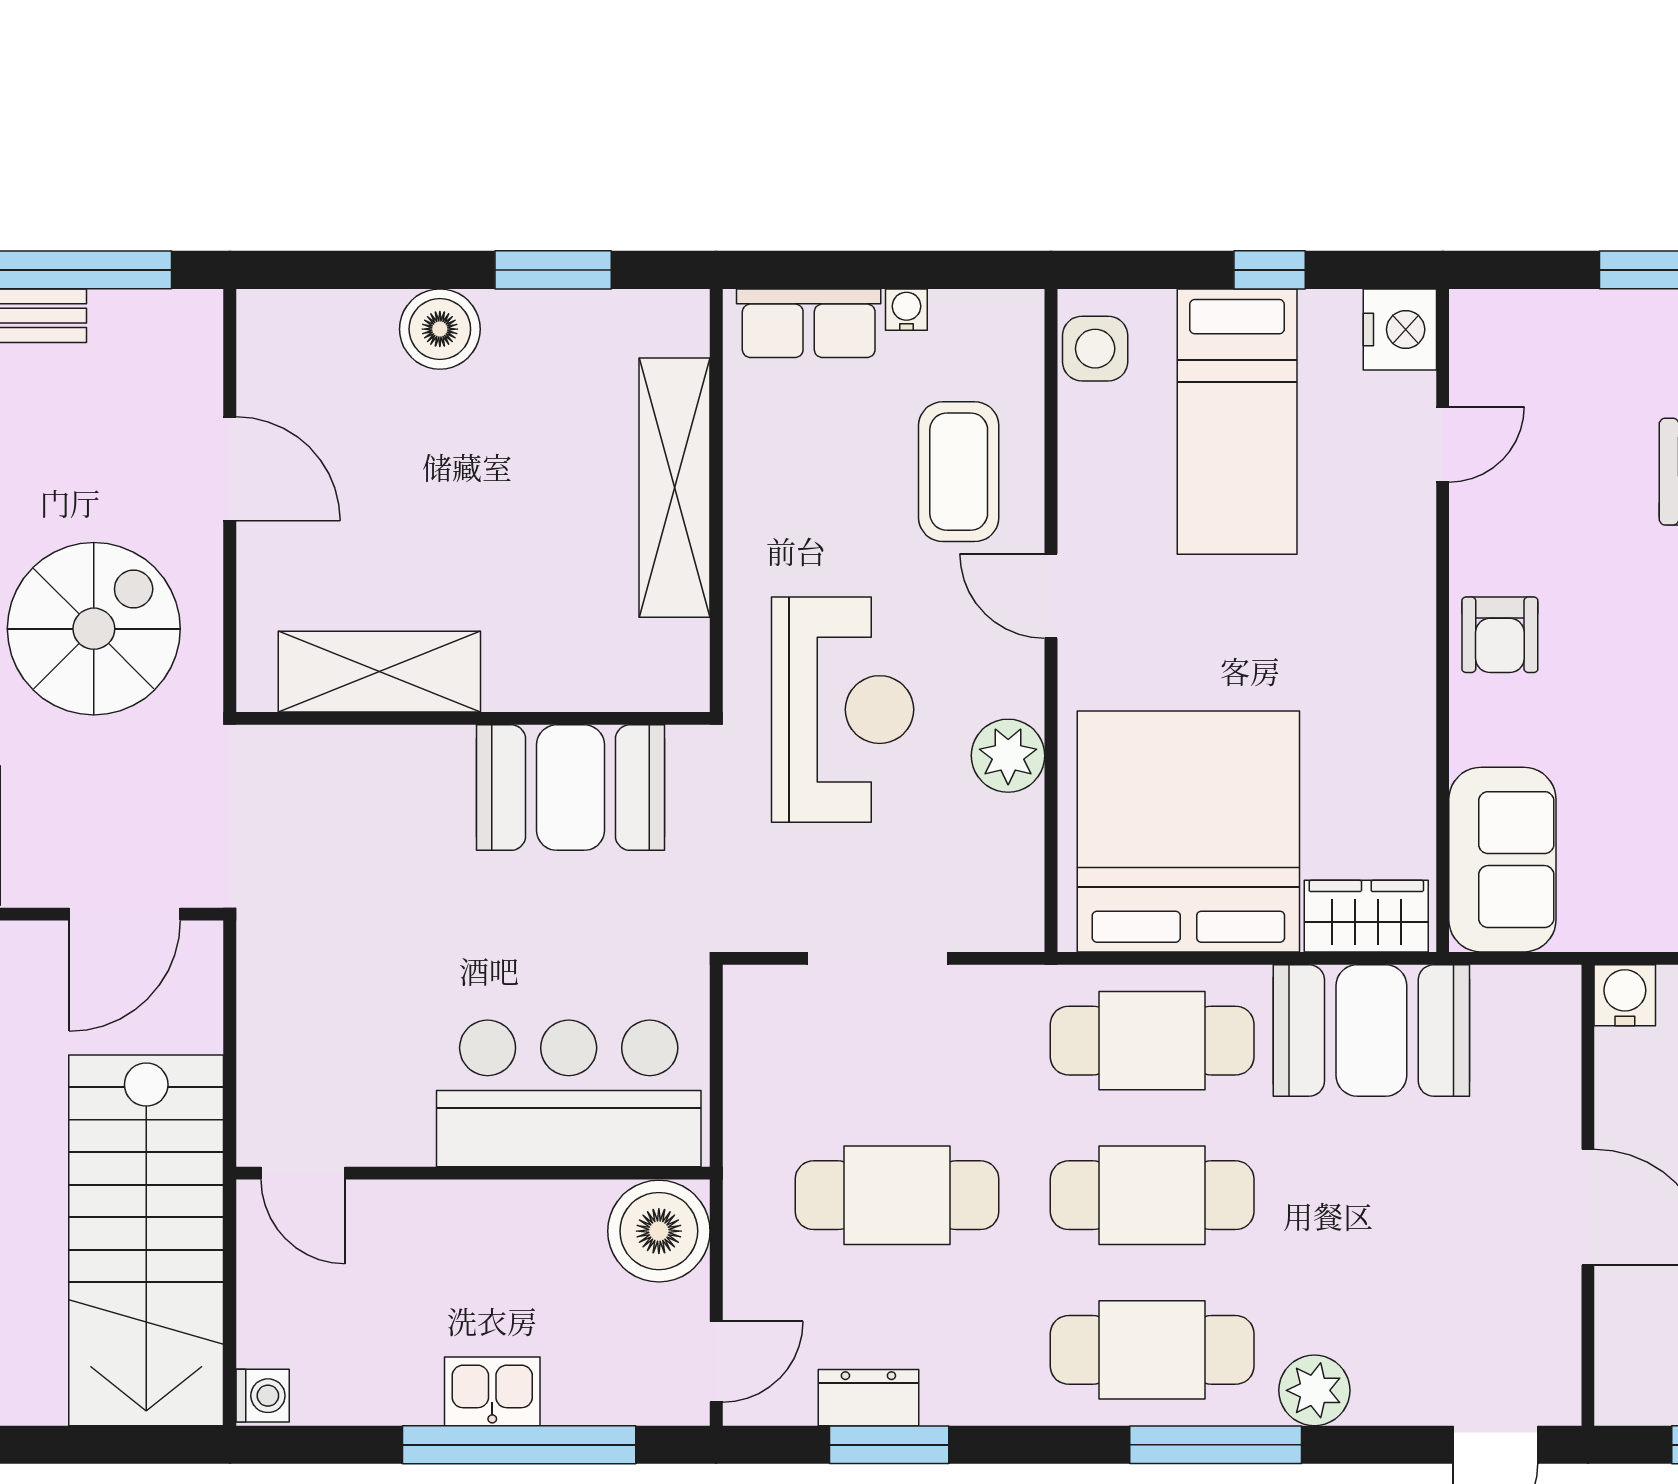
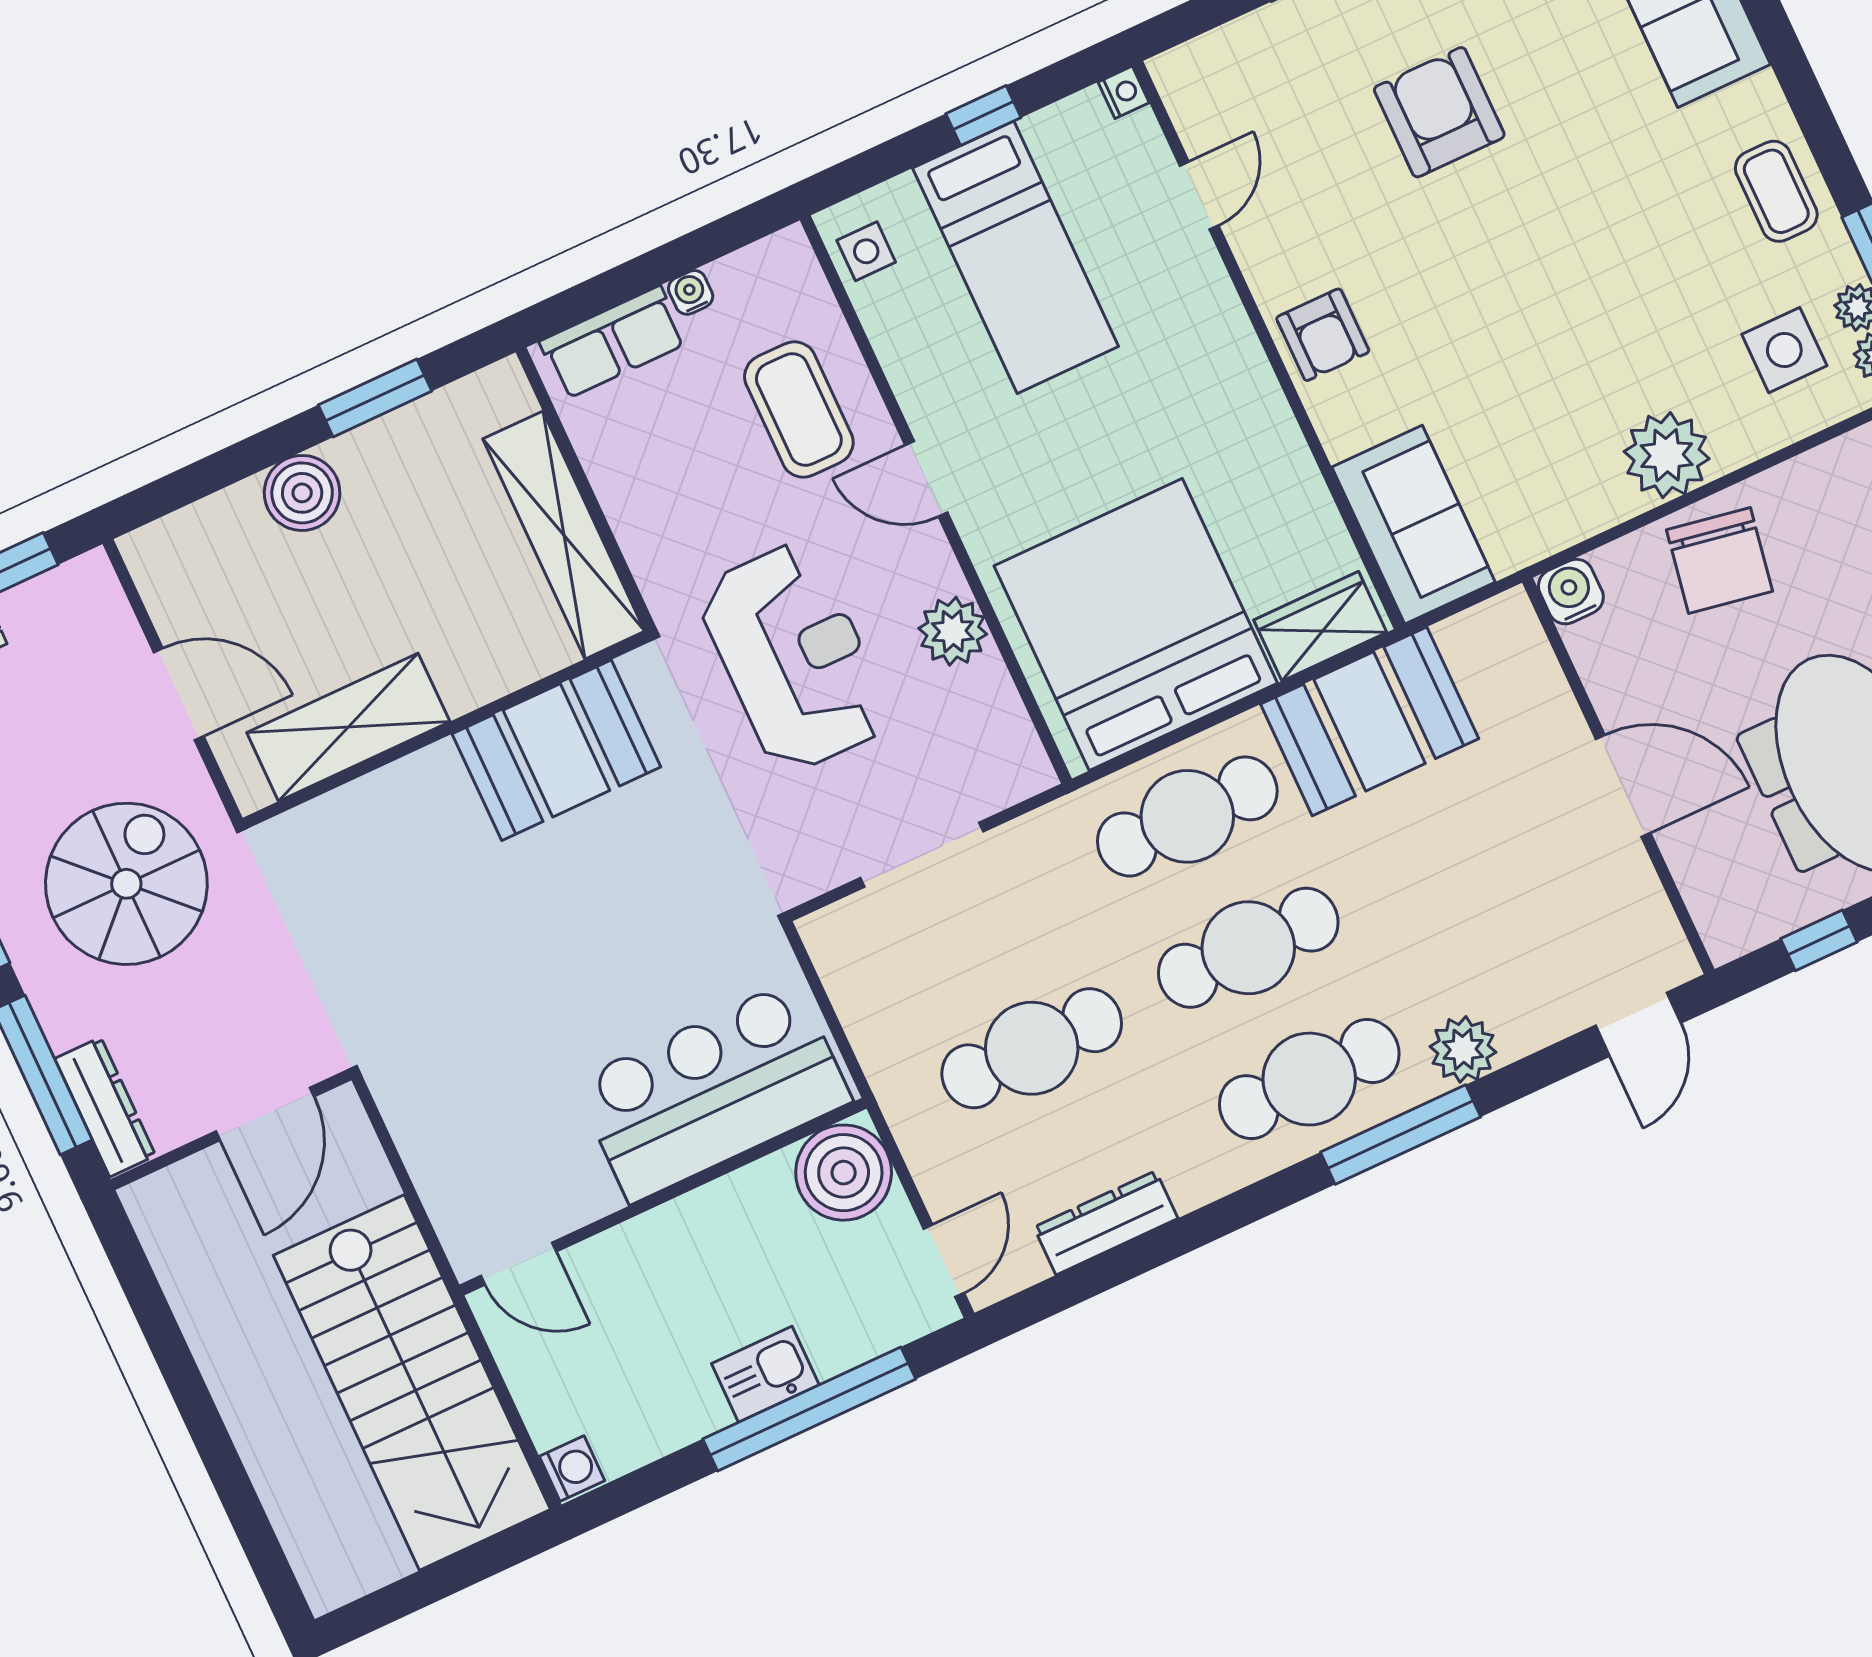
nightstand: (1400, 329) -> (1124, 92), width x0.53, depth x0.56
side table: (1095, 349) -> (866, 251), width x0.73, depth x0.73
shelving: (379, 672) -> (348, 727), moved
wall: (473, 718) -> (446, 730), moved
booth: (571, 788) -> (556, 750), moved
dresser: (868, 1398) -> (1106, 1223), width x1.44
window: (889, 1445) -> (1123, 1263), removed

